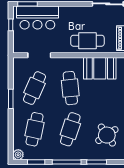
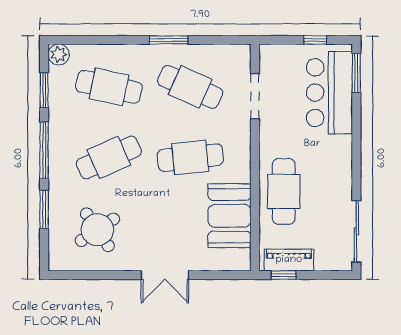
cafe table: (70, 129) -> (109, 158), turned -42

